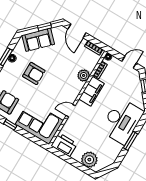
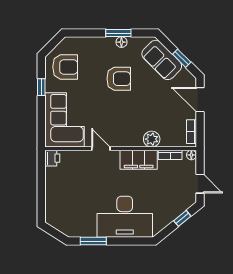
door: (77, 31) -> (200, 100), hinge flipped
armchair: (34, 74) -> (119, 79), turned -90
window: (130, 141) -> (93, 241), moved
printer: (64, 145) -> (52, 158), width x0.53, depth x0.68
plant: (89, 160) -> (56, 206), removed

